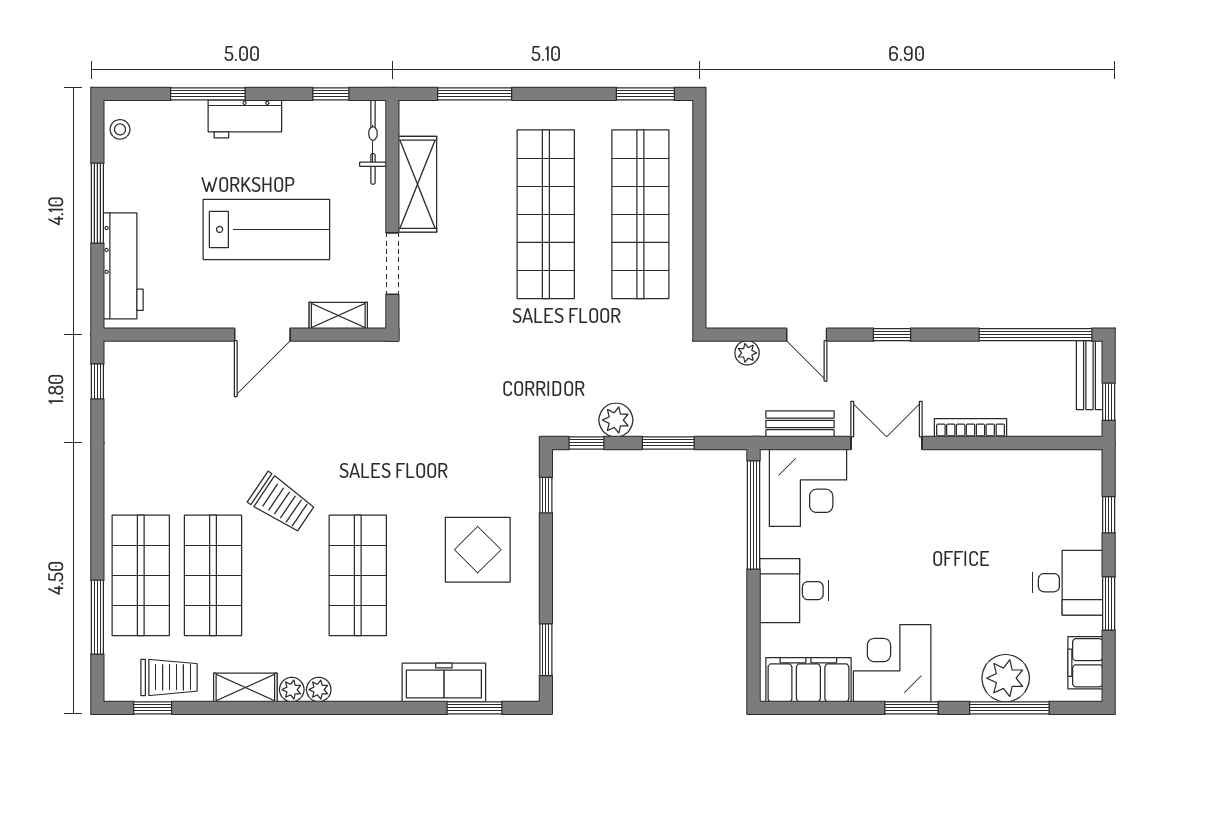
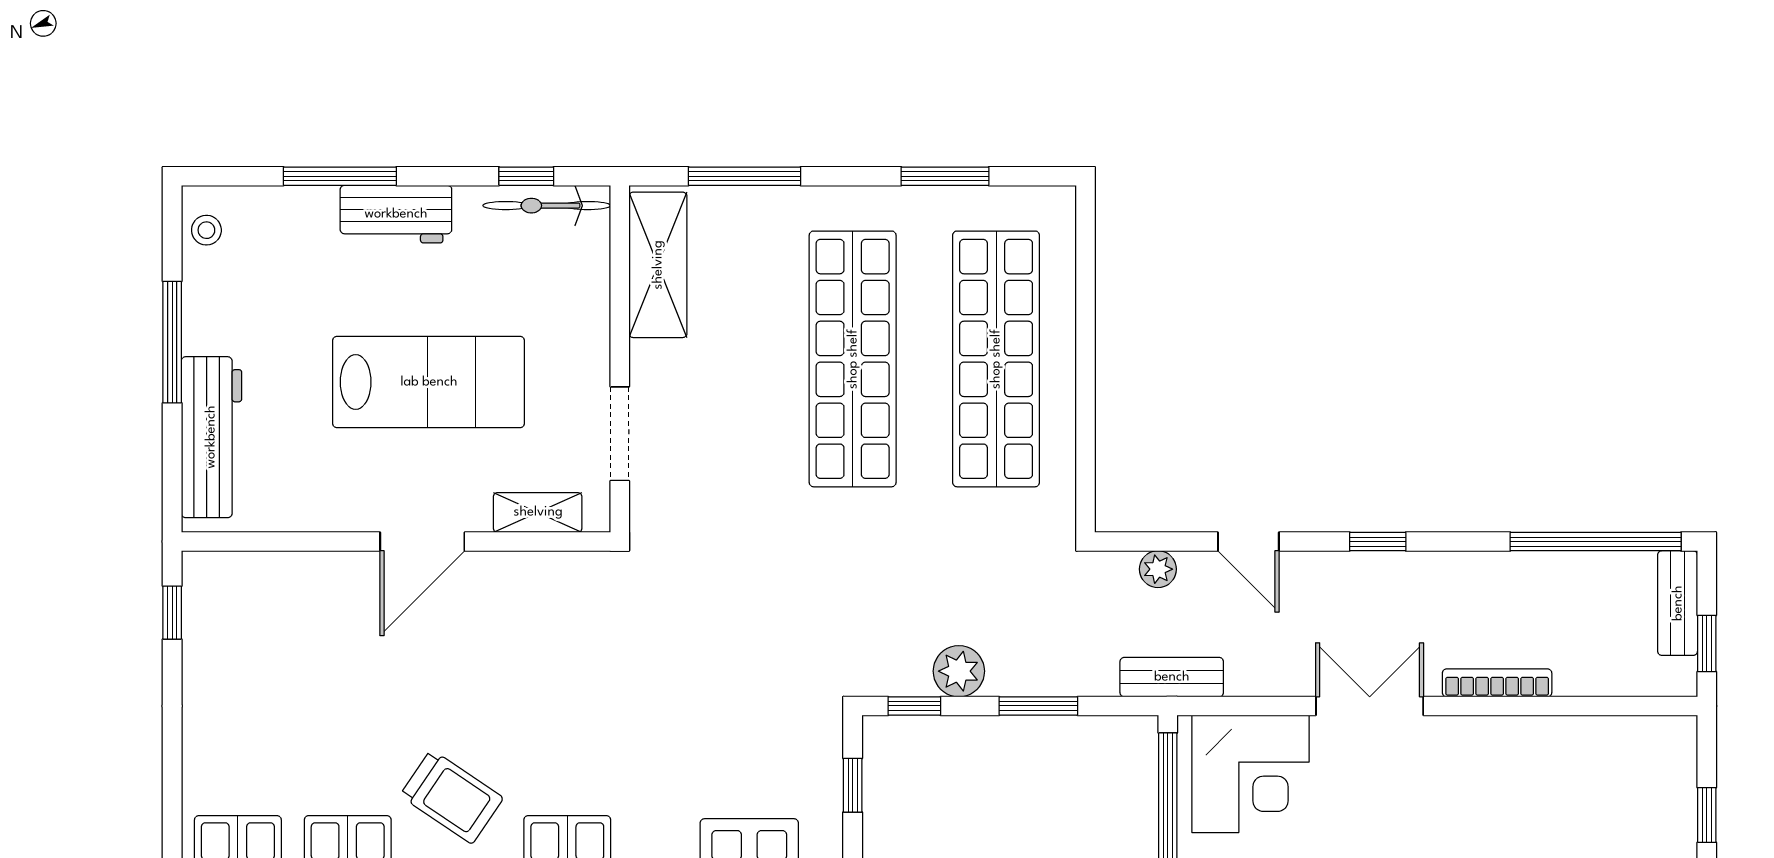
window: (645, 94) -> (945, 176), moved
bicycle: (373, 142) -> (547, 206), moved, turned -90
shelving: (418, 184) -> (658, 265), moved
bench: (800, 424) -> (1172, 677), moved

